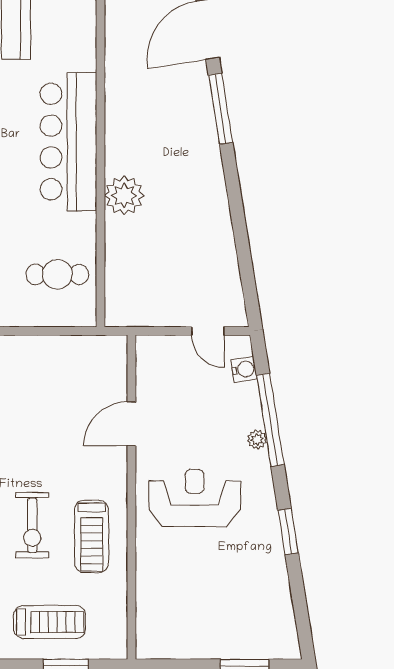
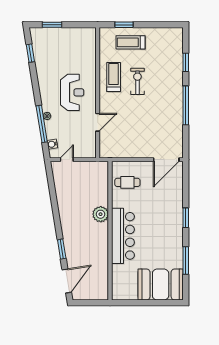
window: (221, 109) -> (62, 249), width x0.69
door: (208, 331) -> (67, 160), hinge flipped
reception desk: (195, 498) -> (72, 92), turned -90
window: (288, 532) -> (30, 53), moved

